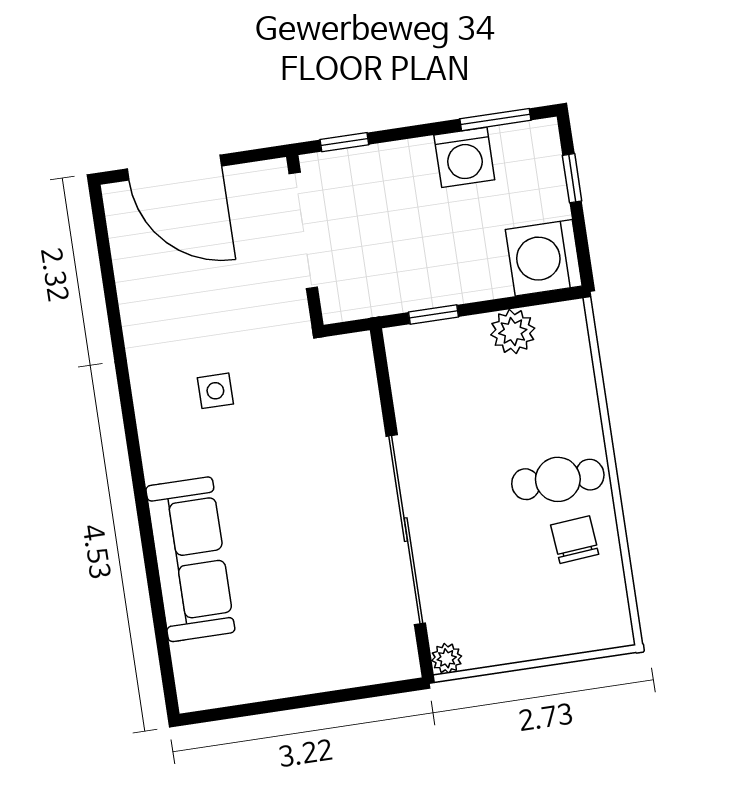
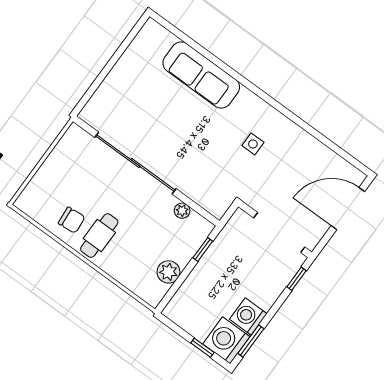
washing machine: (544, 258) -> (226, 340), moved, turned -90
plant: (447, 658) -> (182, 211), moved

